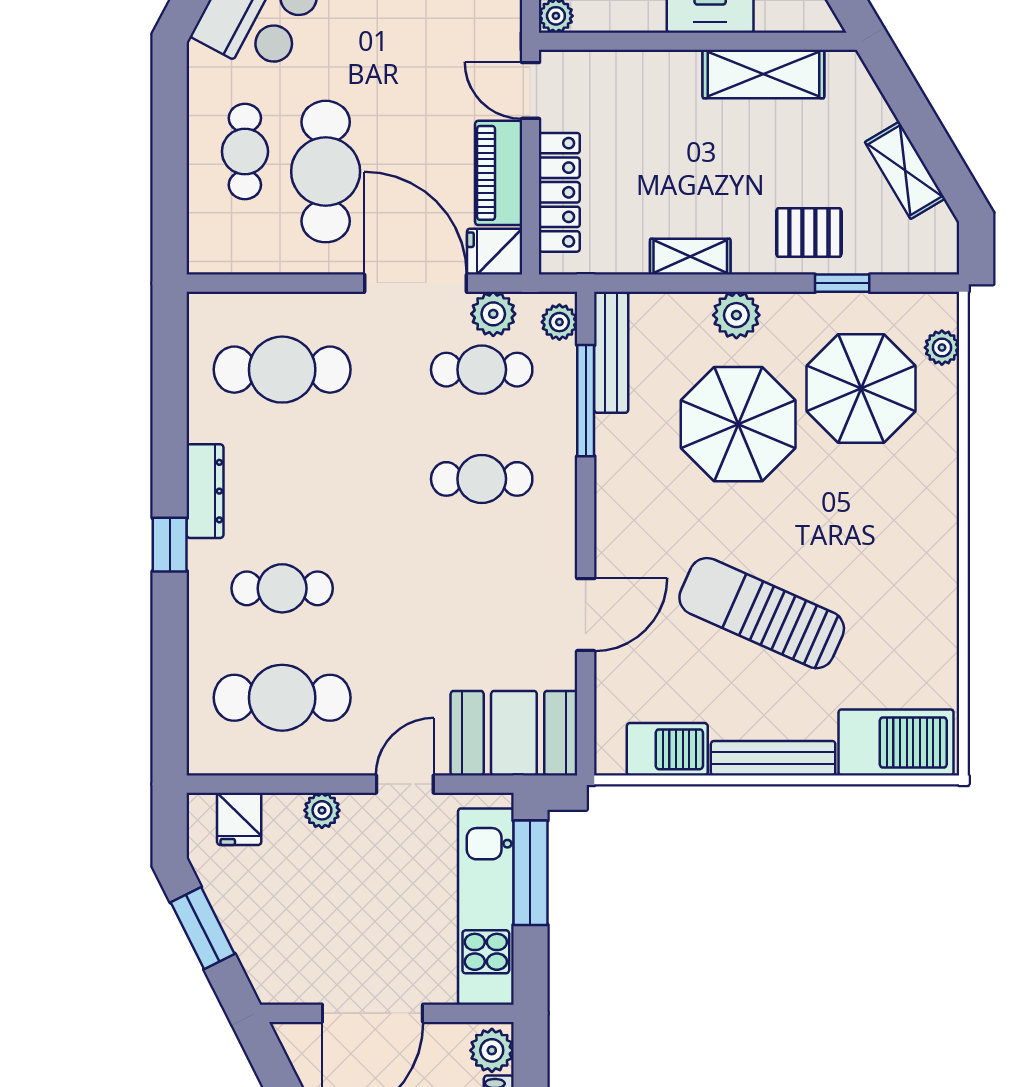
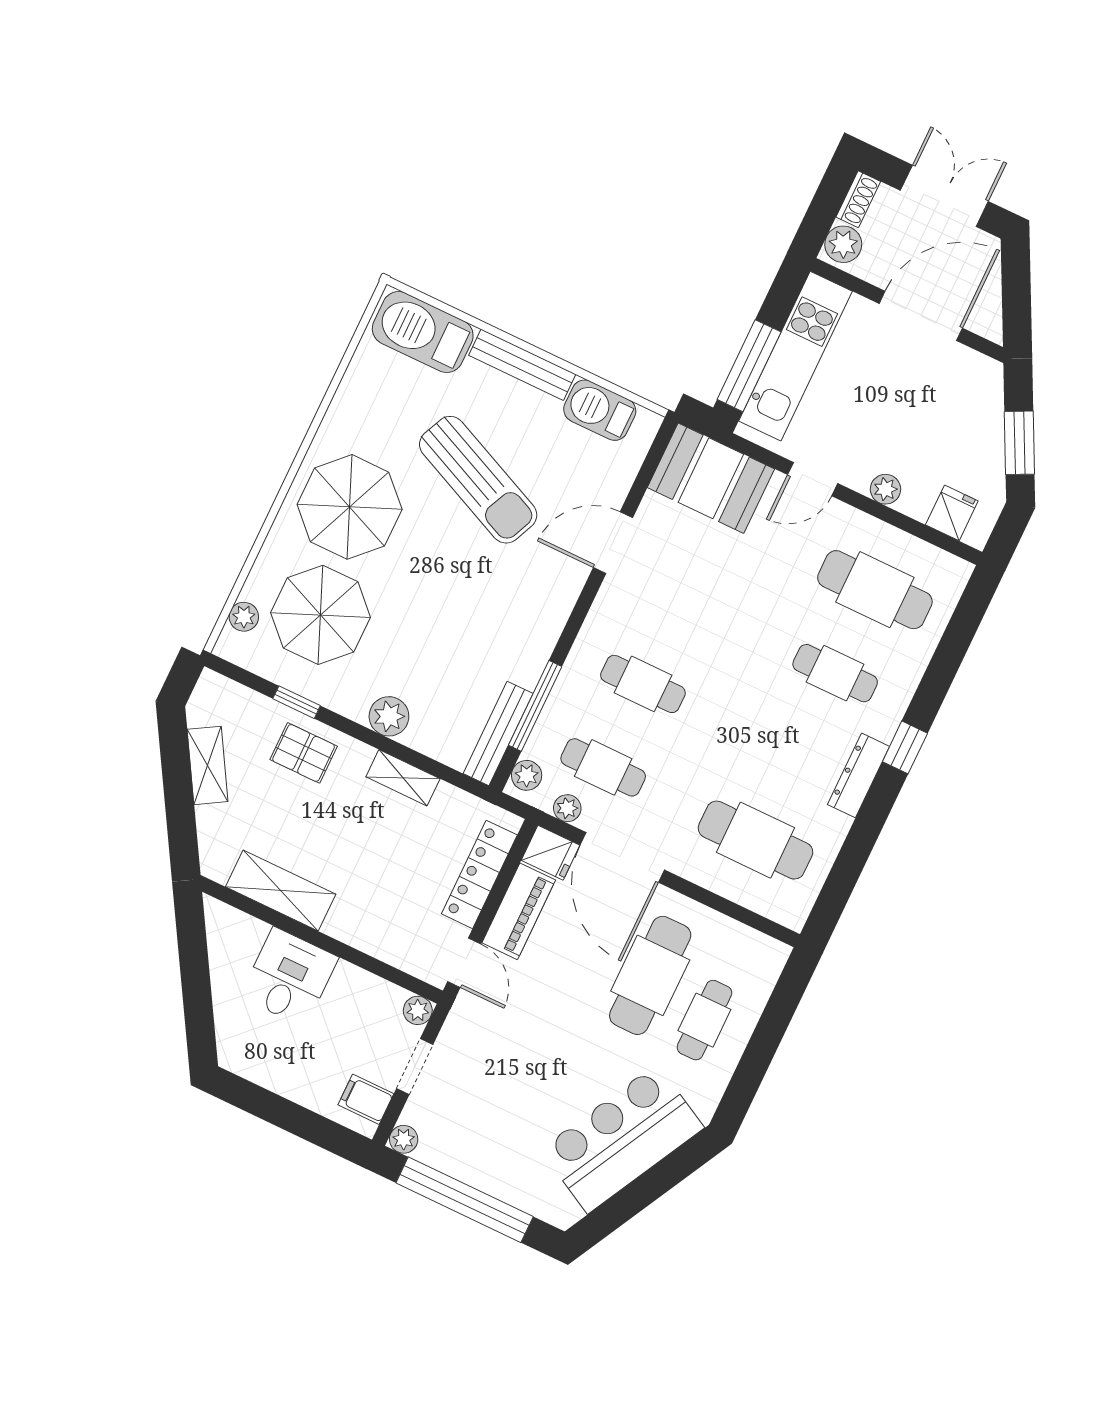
plant: (493, 314) -> (567, 808), width x0.73, depth x0.73
parasol: (738, 424) -> (350, 507), moved

